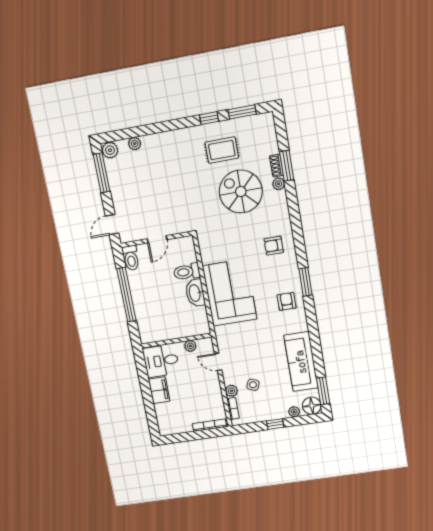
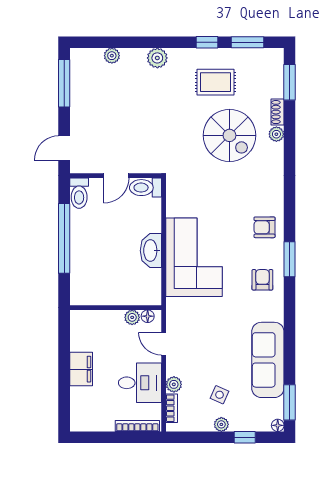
plant: (110, 150) -> (157, 58), moved
window: (287, 166) -> (290, 82), moved
spiral stairs: (241, 192) -> (229, 135), turned 180
armchair: (274, 246) -> (265, 227), moved
toilet: (187, 272) -> (145, 188), moved
floor lamp: (202, 343) -> (148, 316), added
desk: (161, 361) -> (140, 383), moved, turned 180
side table: (253, 385) -> (220, 395), moved
floor lamp: (312, 406) -> (278, 425), width x0.53, depth x0.53
plant: (294, 412) -> (221, 424), moved
window: (275, 424) -> (245, 437), moved

